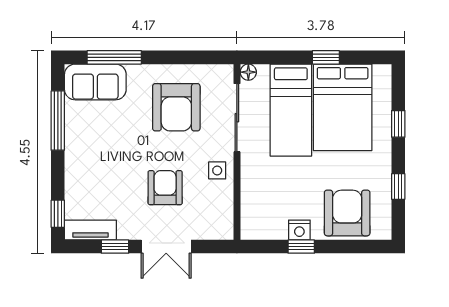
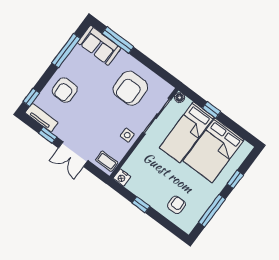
window: (326, 57) -> (212, 110), moved
window: (398, 187) -> (212, 211), width x2.17
armchair: (165, 188) -> (65, 90), moved, turned 180
armchair: (347, 213) -> (176, 205), width x0.53, depth x0.53
coffee table: (216, 224) -> (107, 161), added
nightstand: (299, 230) -> (122, 178), moved

